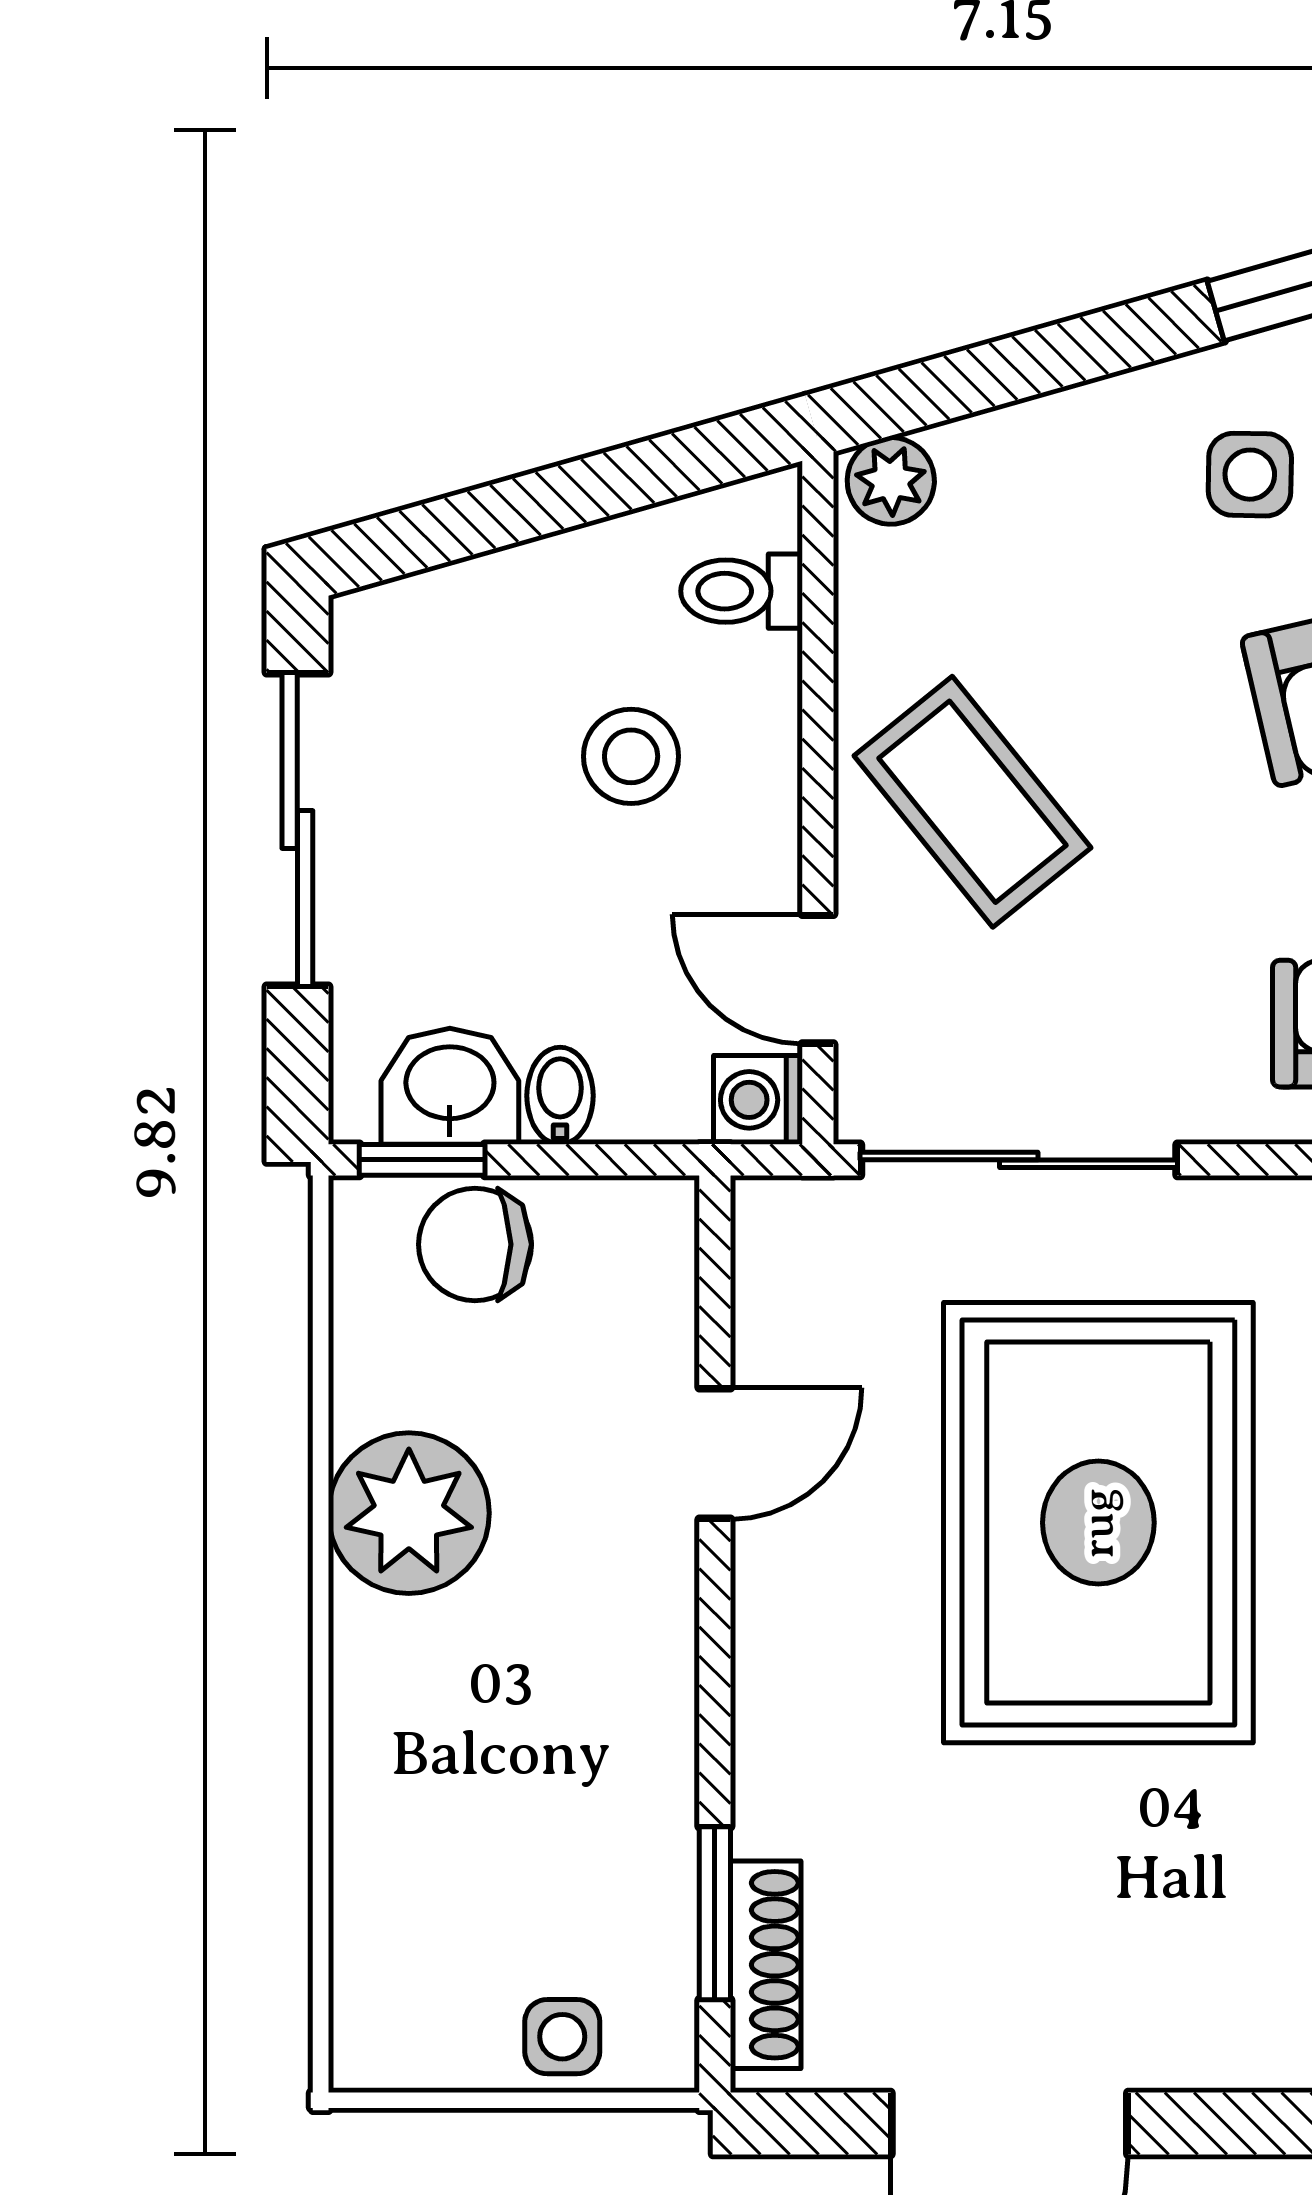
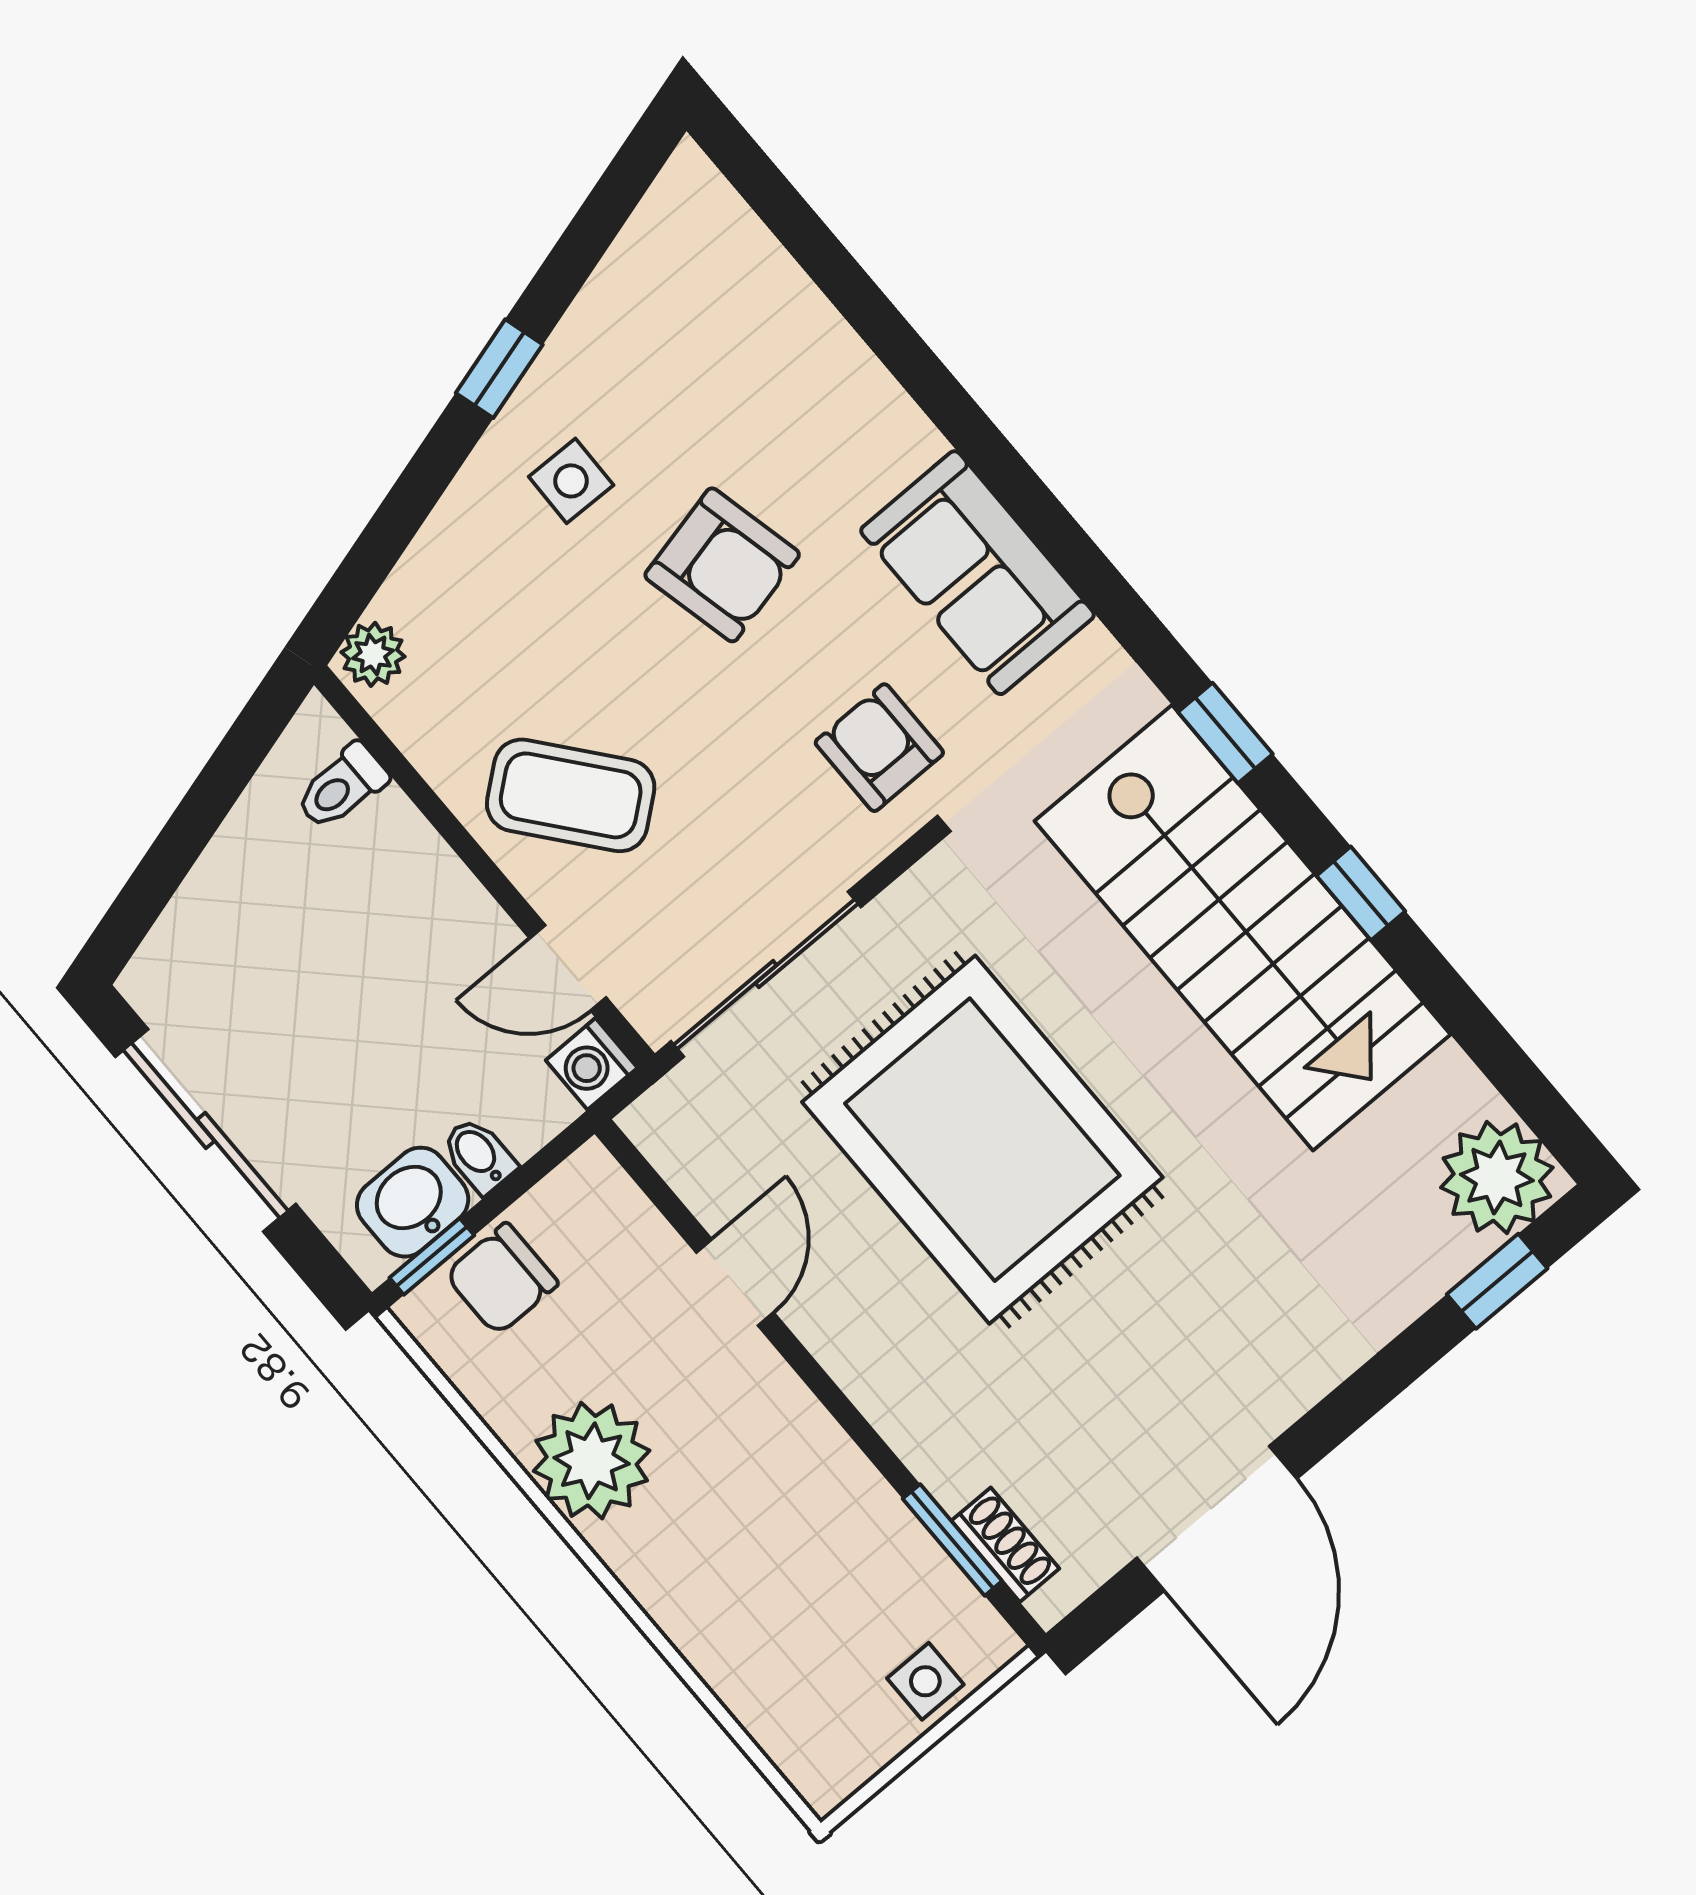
stool: (631, 756) -> (358, 932), removed
shoe rack: (766, 1965) -> (1005, 1545), width x0.70

